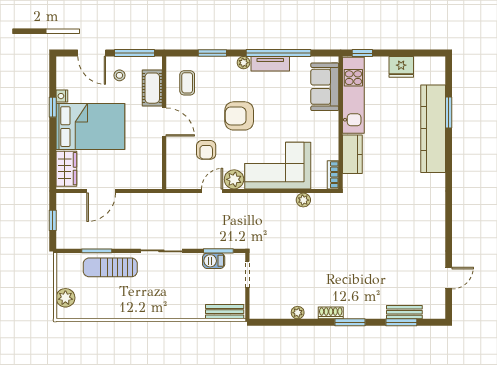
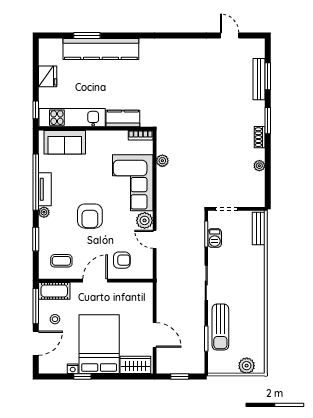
cot: (152, 88) -> (54, 291), moved
armchair: (206, 150) -> (122, 260), moved
bench: (404, 312) -> (259, 79), width x1.36

